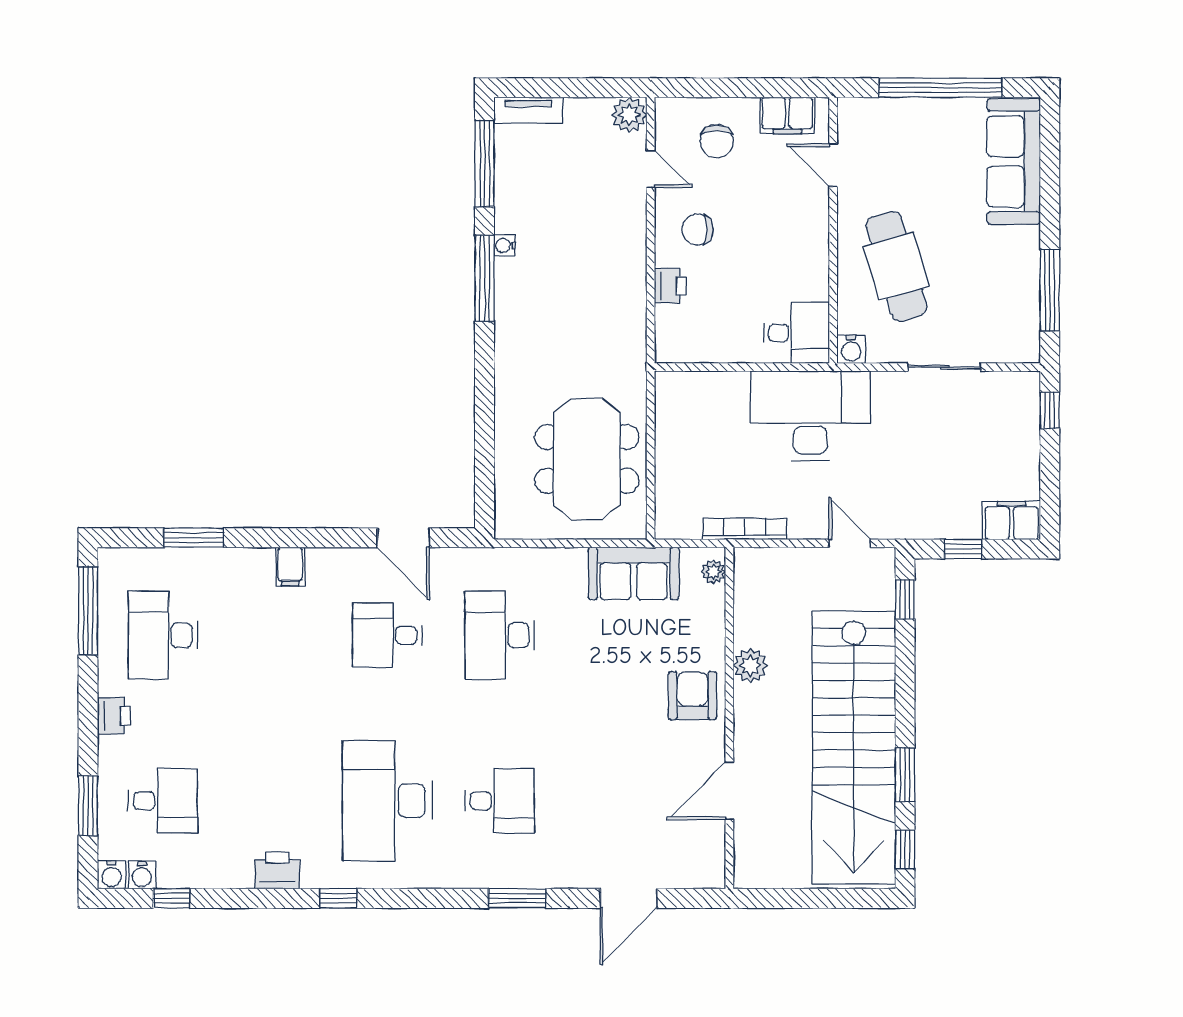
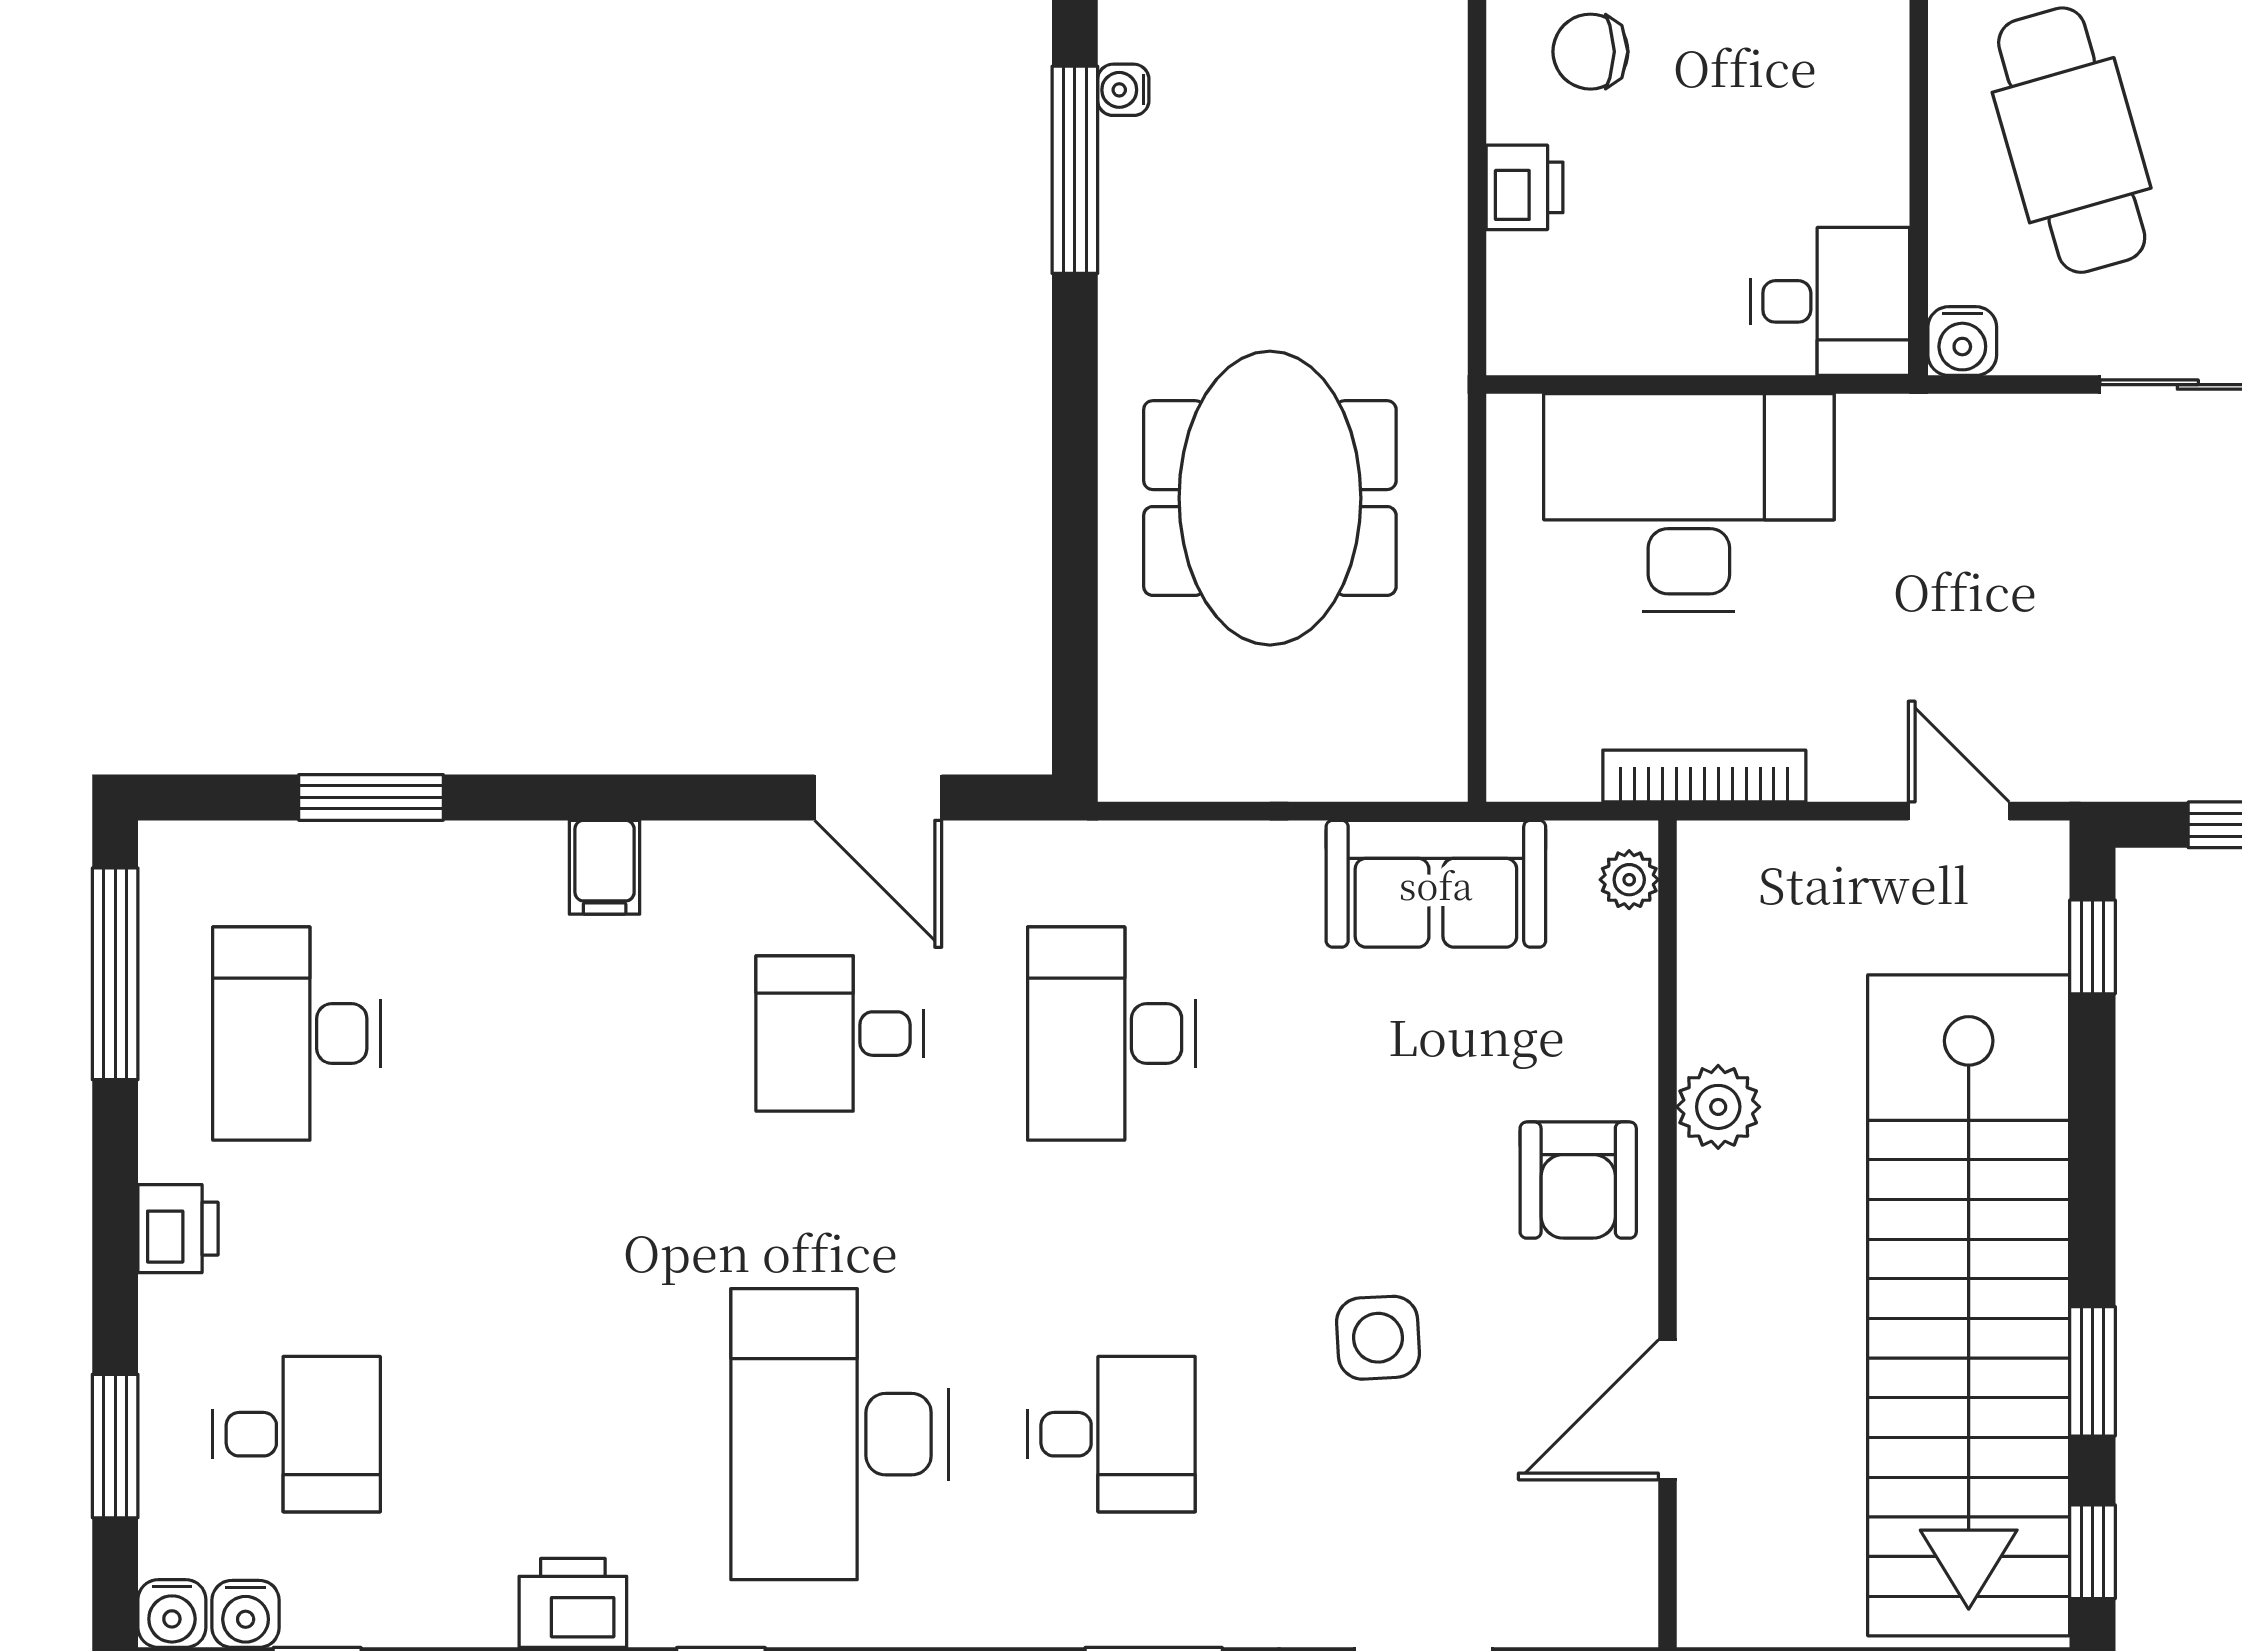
desk: (810, 416) -> (1689, 502), moved
meeting table: (587, 459) -> (1270, 498), moved
armchair: (692, 696) -> (1578, 1180), turned 180
side table: (610, 761) -> (1378, 1338), added

